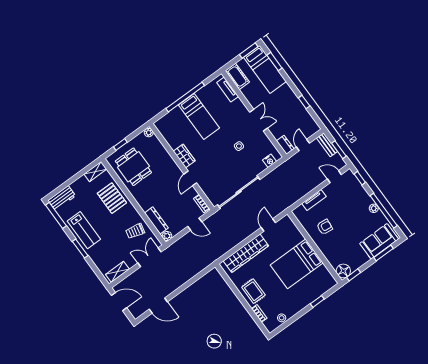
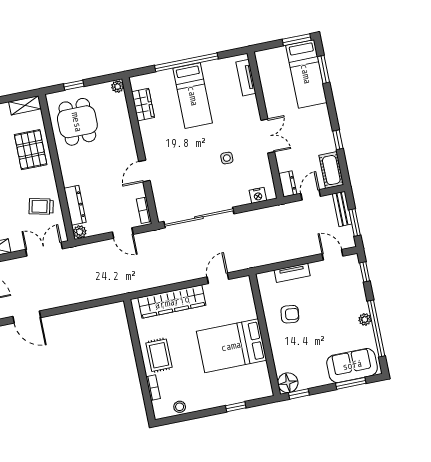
cot: (237, 76) -> (331, 170), moved
wardrobe: (184, 156) -> (143, 105), moved

